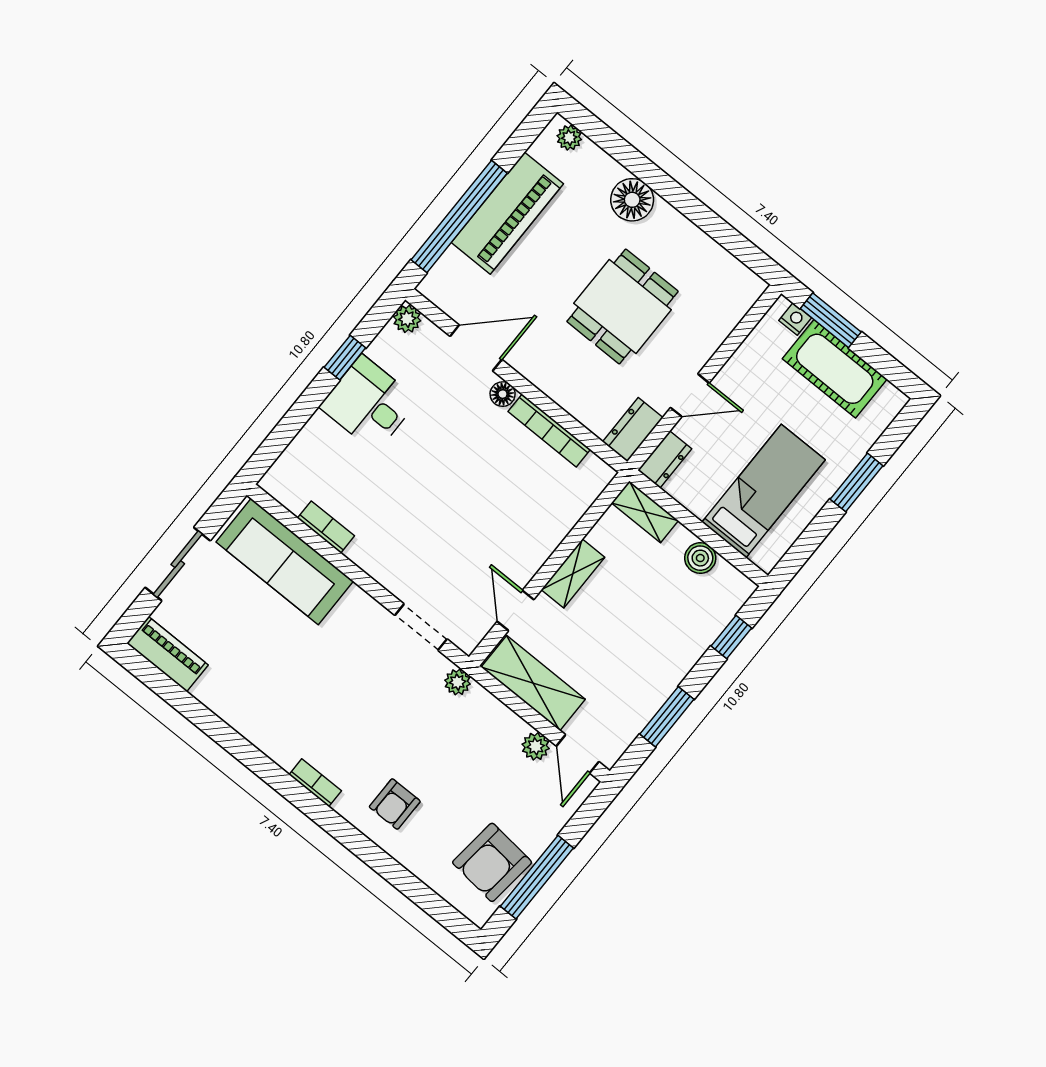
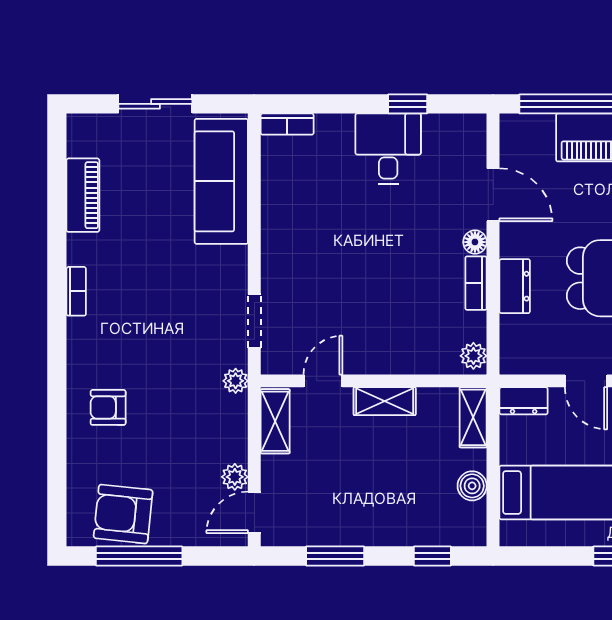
plant: (407, 319) -> (473, 356), moved
bookcase: (549, 430) -> (476, 283), width x0.64
dresser: (633, 430) -> (515, 286), moved, turned 90
bookcase: (326, 527) -> (287, 124), moved, turned 90
piano: (167, 654) -> (83, 195), moved
shelving: (533, 683) -> (275, 421), width x0.67, depth x0.75
bookcase: (315, 783) -> (76, 291), moved

